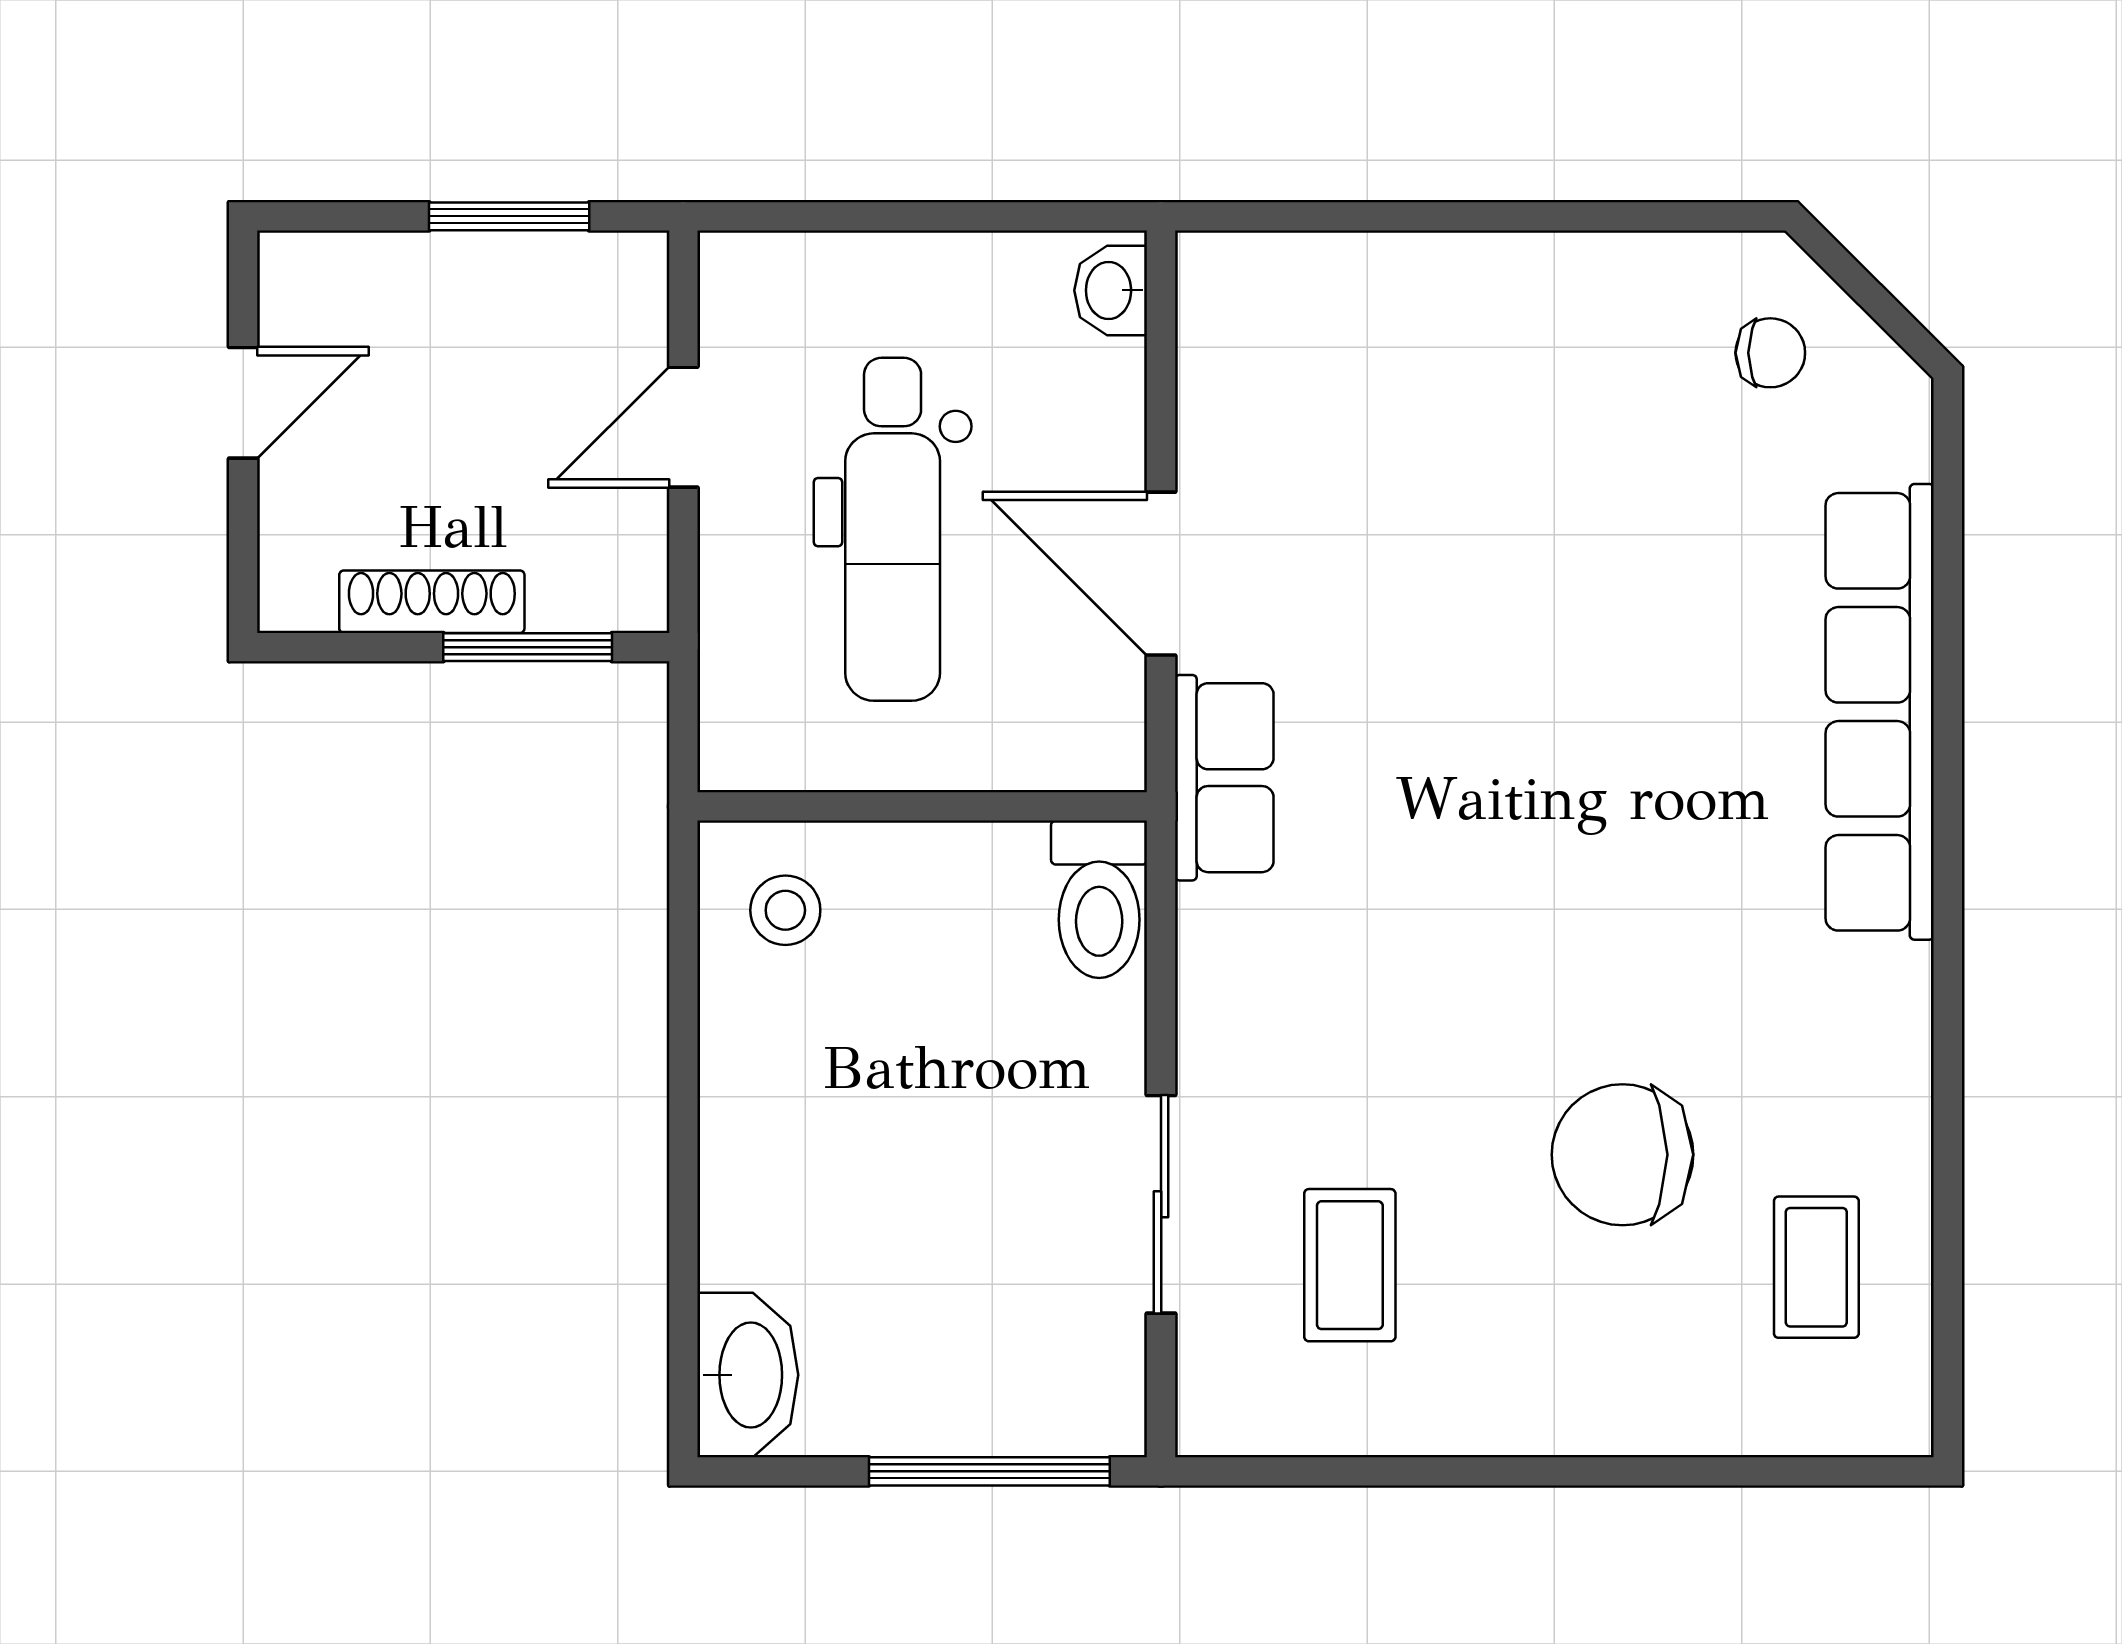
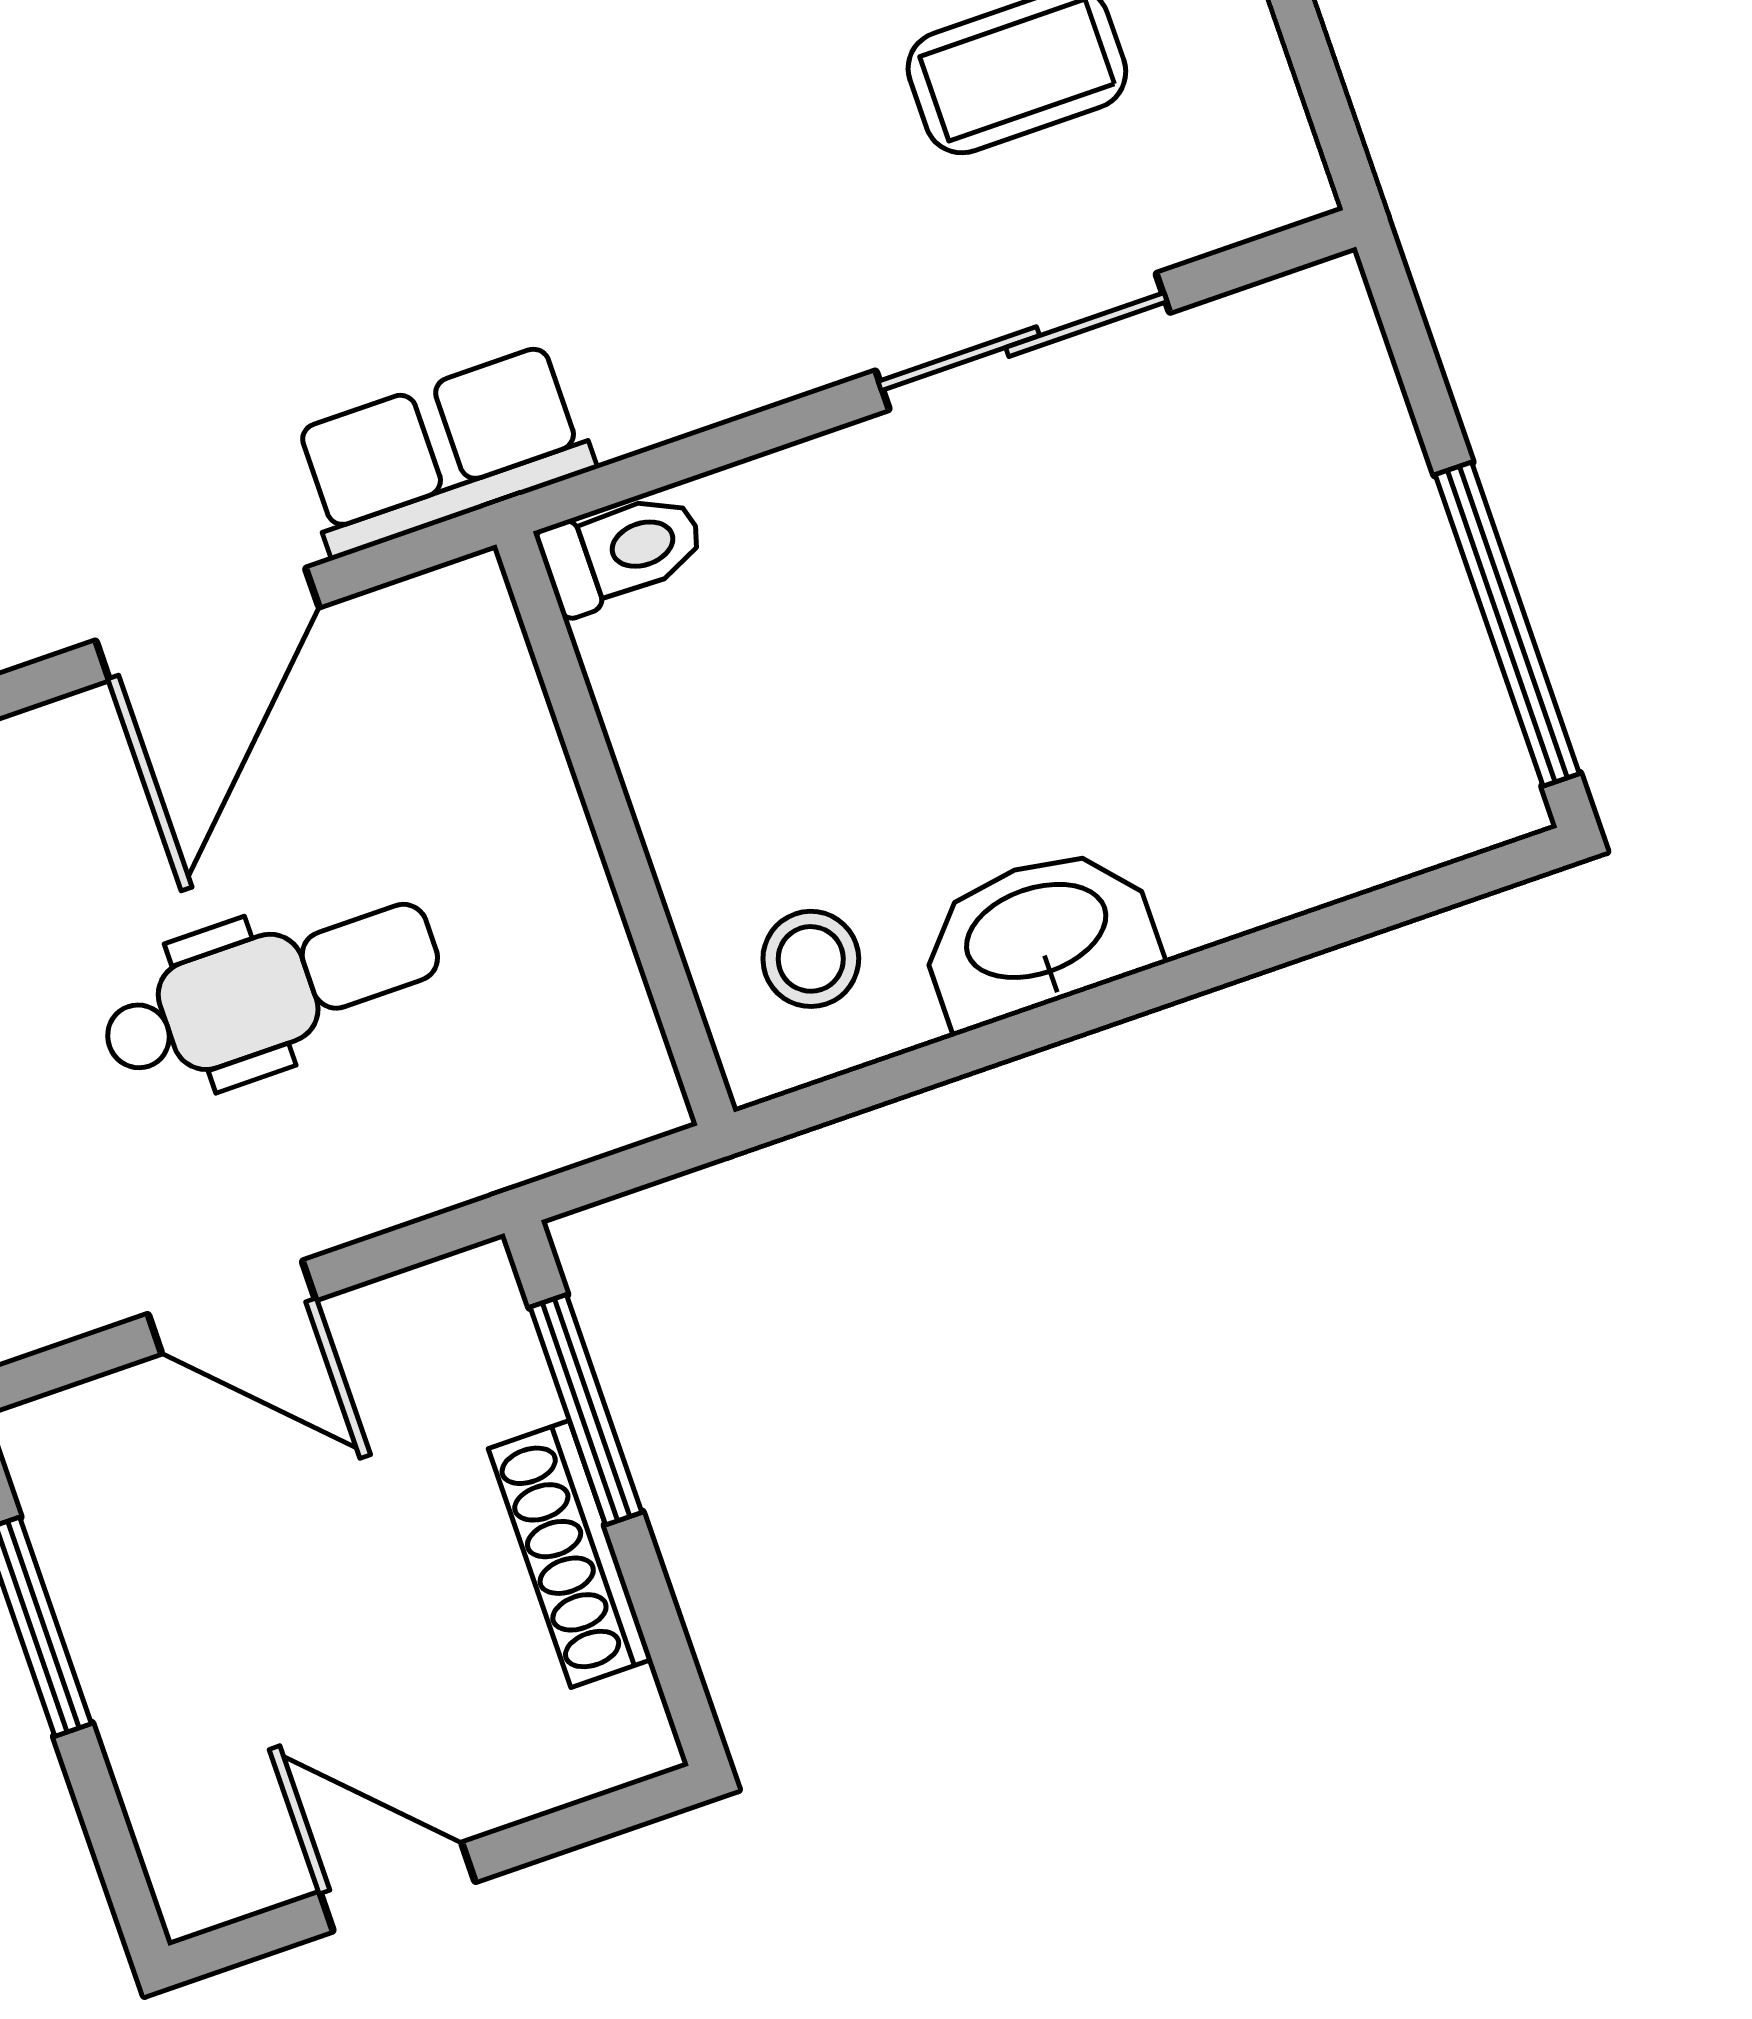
dental chair: (893, 529) -> (270, 991), width x0.73, depth x0.72
toilet: (1099, 899) -> (622, 551), width x0.73, depth x0.72
washbasin: (748, 1375) -> (1037, 935), moved
window: (989, 1471) -> (1507, 624), moved

